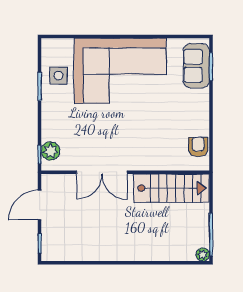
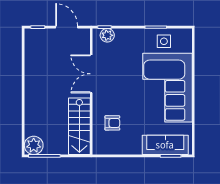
sofa: (196, 66) -> (165, 145), width x1.36
armchair: (198, 147) -> (112, 123), moved
plant: (203, 255) -> (34, 145), width x1.87, depth x1.87

